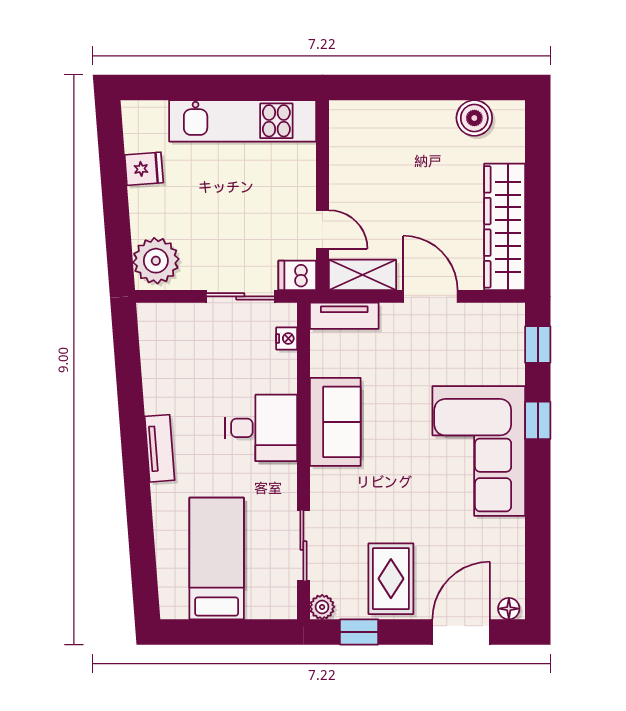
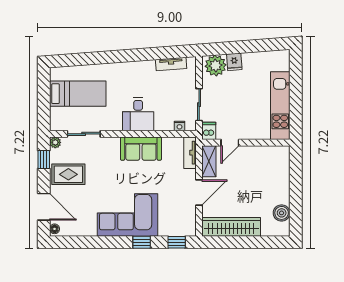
fridge: (144, 169) -> (234, 62), moved
tv unit: (160, 448) -> (171, 64), moved

